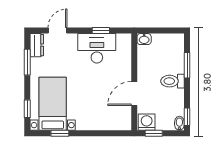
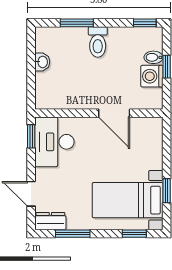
washbasin: (144, 39) -> (42, 62), moved
wall: (134, 82) -> (99, 113), moved
door: (134, 93) -> (114, 113), moved
bidet: (179, 123) -> (153, 57), moved

